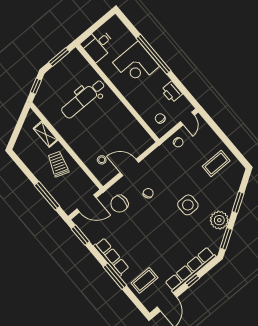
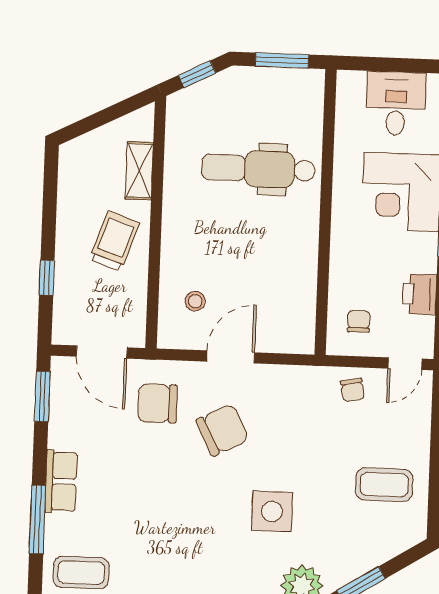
desk: (98, 45) -> (396, 103), moved, turned 90
door: (129, 167) -> (231, 357), hinge flipped
chair: (148, 193) -> (222, 430), width x1.87, depth x1.87
window: (47, 196) -> (47, 278), width x0.46
row of seats: (111, 257) -> (61, 481), width x0.68

